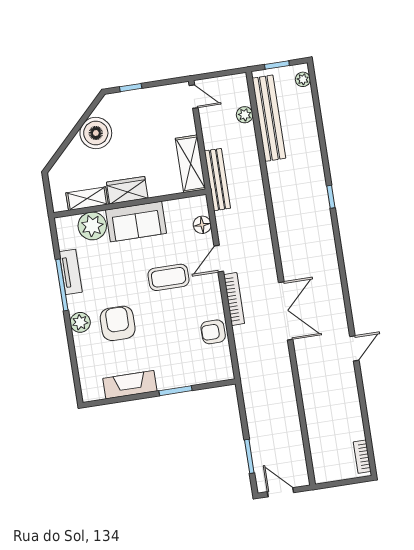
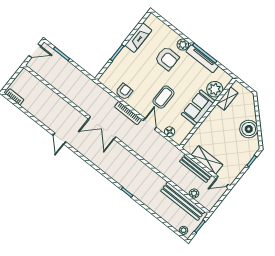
shelving: (190, 164) -> (207, 160), moved
bench: (217, 180) -> (196, 168), moved
wardrobe: (127, 190) -> (214, 117), removed
tv unit: (71, 272) -> (202, 59), width x1.41

